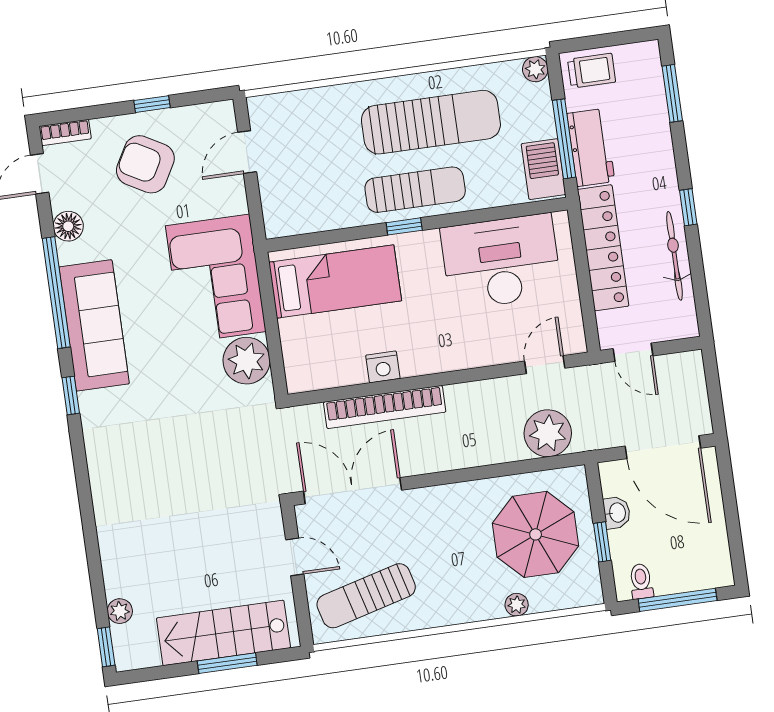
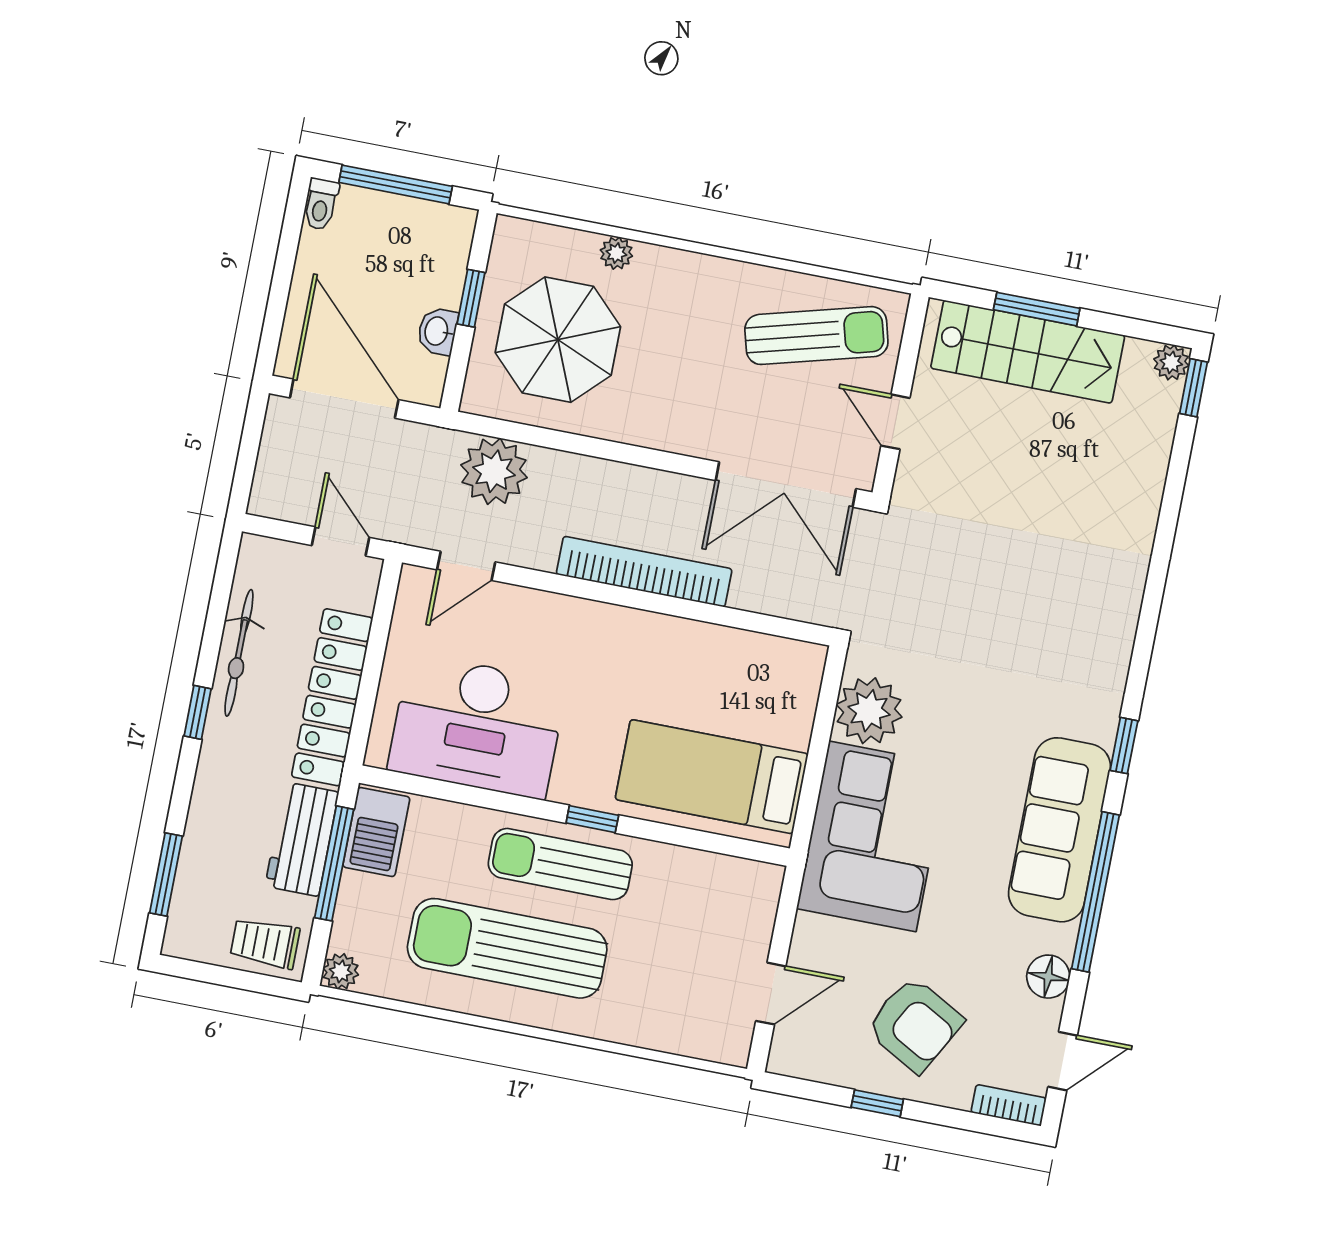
nightstand: (383, 367) -> (687, 638), removed
bookcase: (385, 407) -> (644, 572), moved
toilet: (641, 581) -> (321, 204), moved
plant: (120, 611) -> (1171, 362), moved

